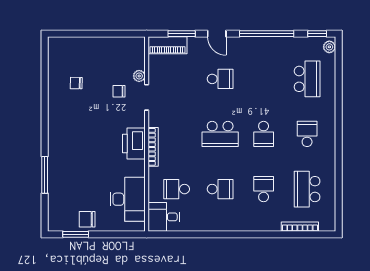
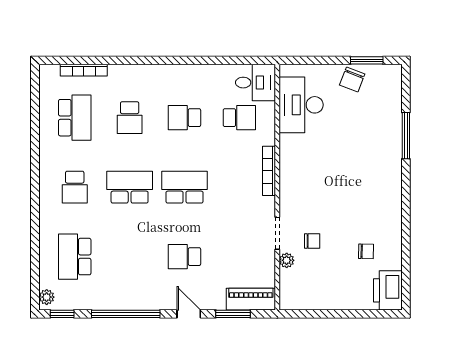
school desk: (264, 134) -> (130, 187), width x1.85
printer: (134, 143) -> (388, 290), moved, turned 180
chair: (87, 219) -> (352, 80), turned 111

